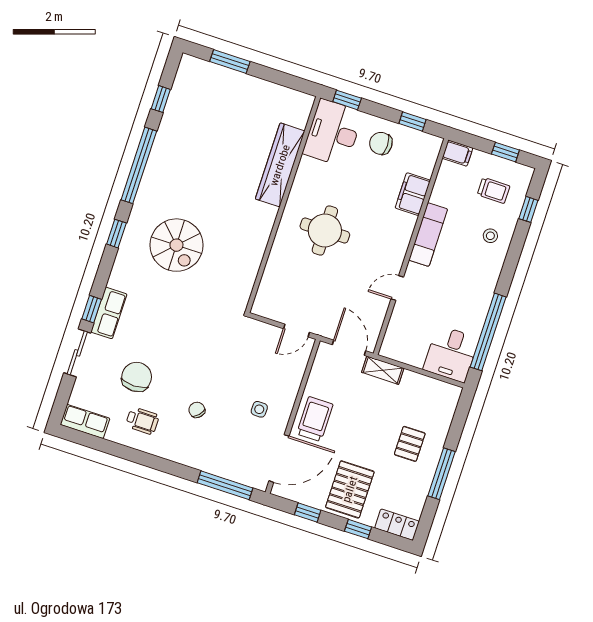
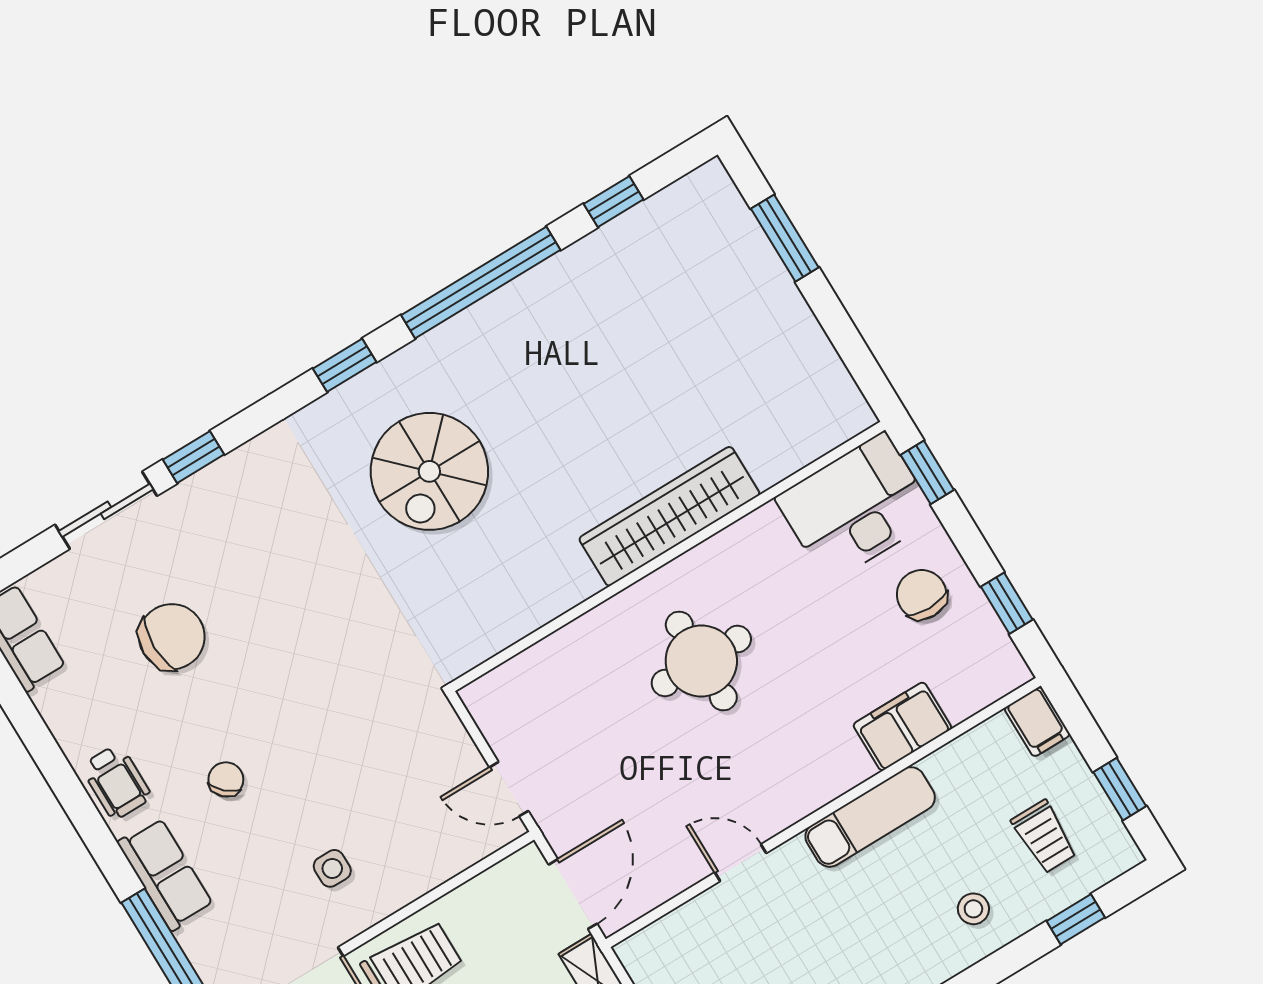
wardrobe: (280, 165) -> (669, 516), moved
row of seats: (109, 313) -> (165, 874), moved, turned -90
wheelchair: (142, 421) -> (116, 782), moved

